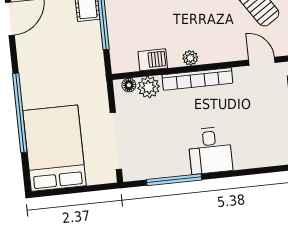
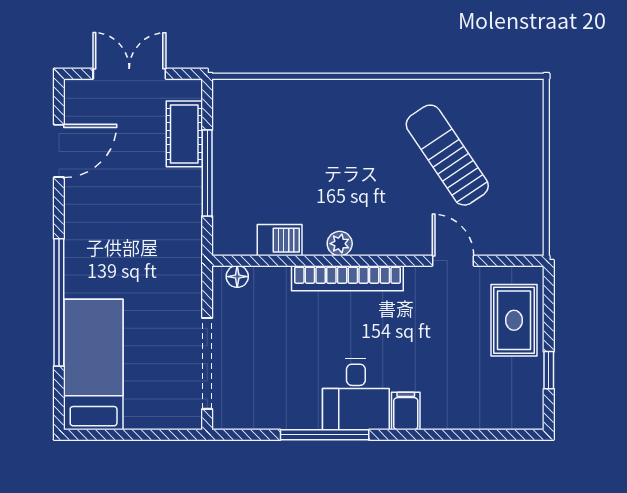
plant: (149, 87) -> (268, 283), removed
bed: (55, 148) -> (94, 365), width x0.67
filing cabinet: (242, 158) -> (406, 411), added
window: (174, 180) -> (325, 435), moved

